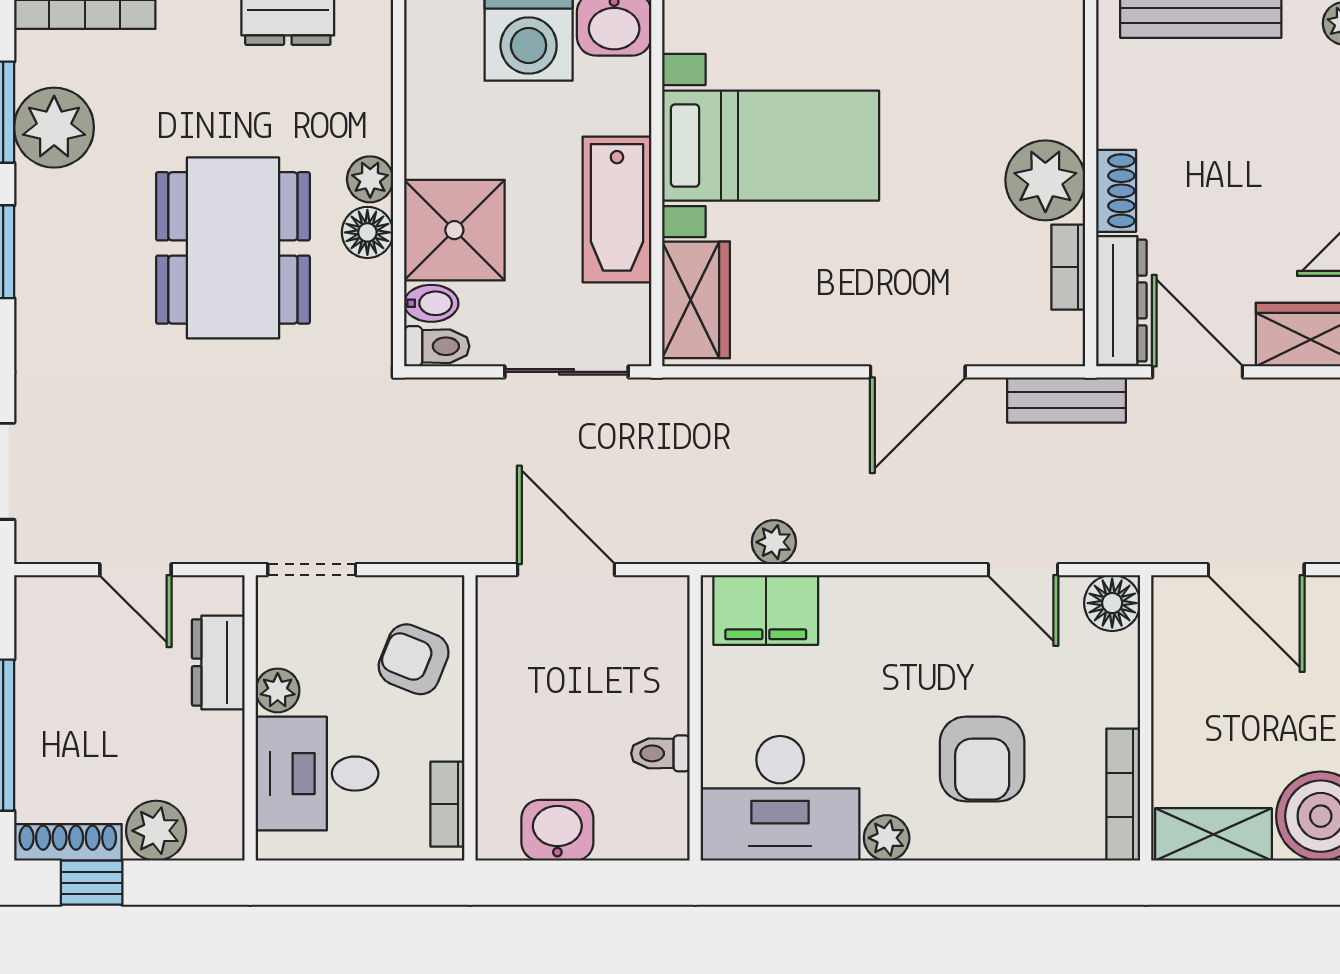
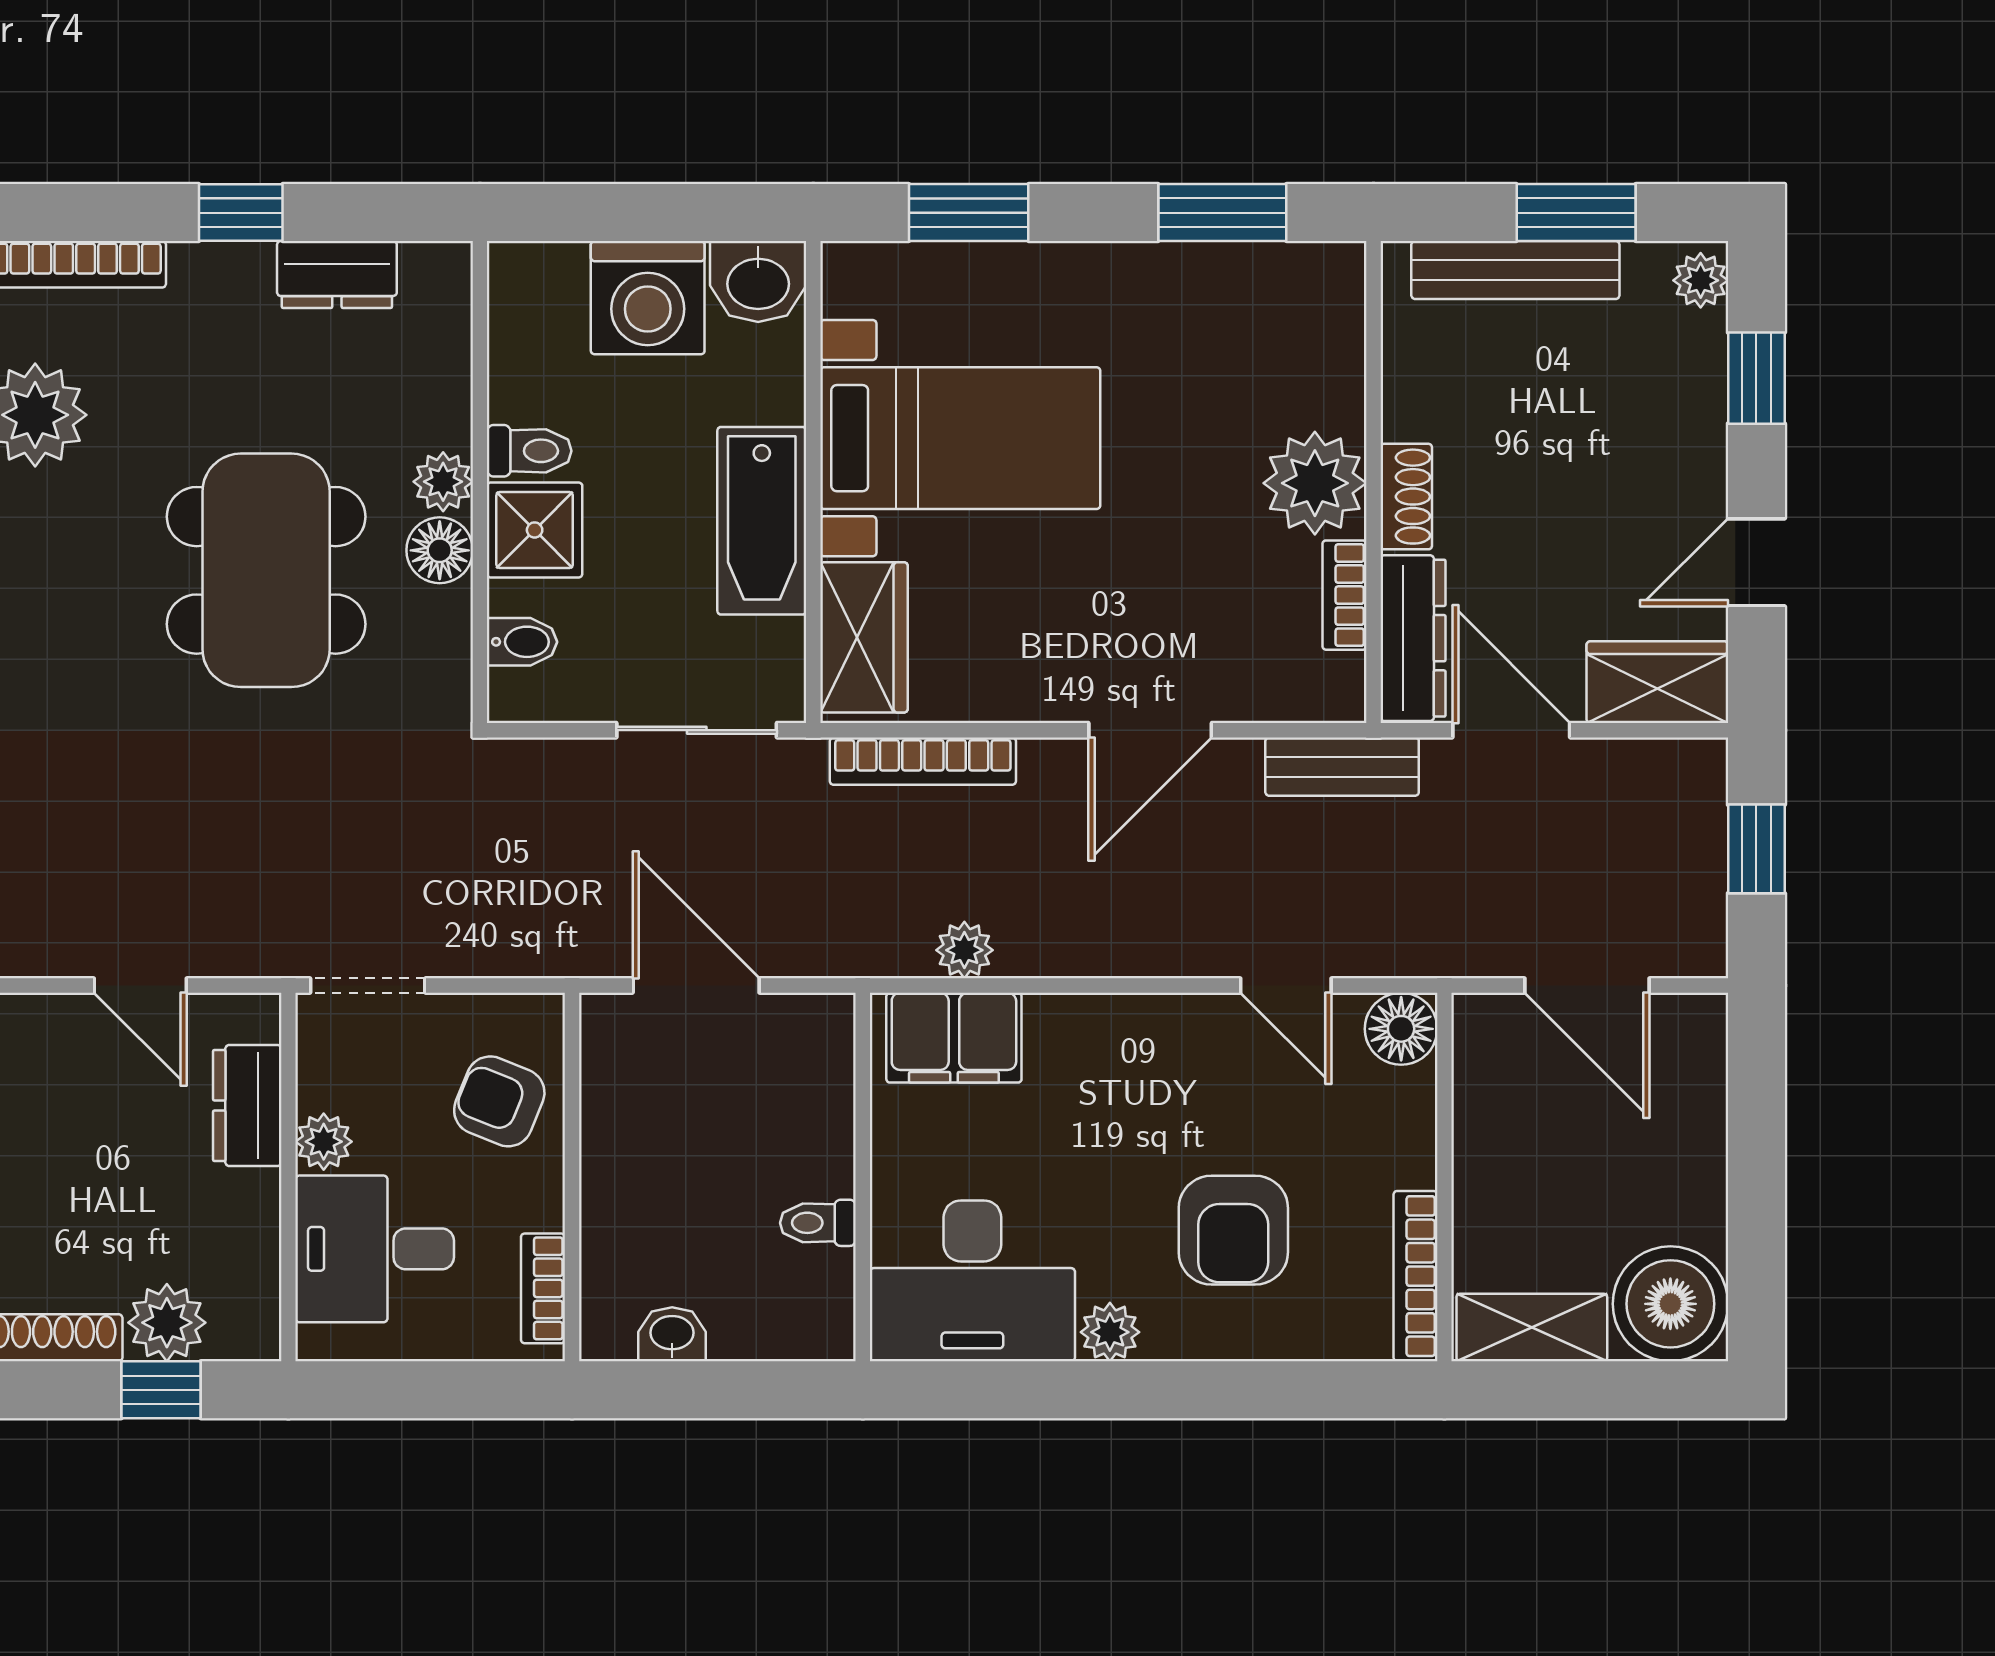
shower: (454, 230) -> (535, 530), width x0.73, depth x0.73
toilet: (437, 346) -> (529, 451), moved
bookcase: (742, 396) -> (923, 761), added
washbasin: (557, 830) -> (672, 1334), width x0.72, depth x0.69
window: (92, 883) -> (161, 1390), moved

